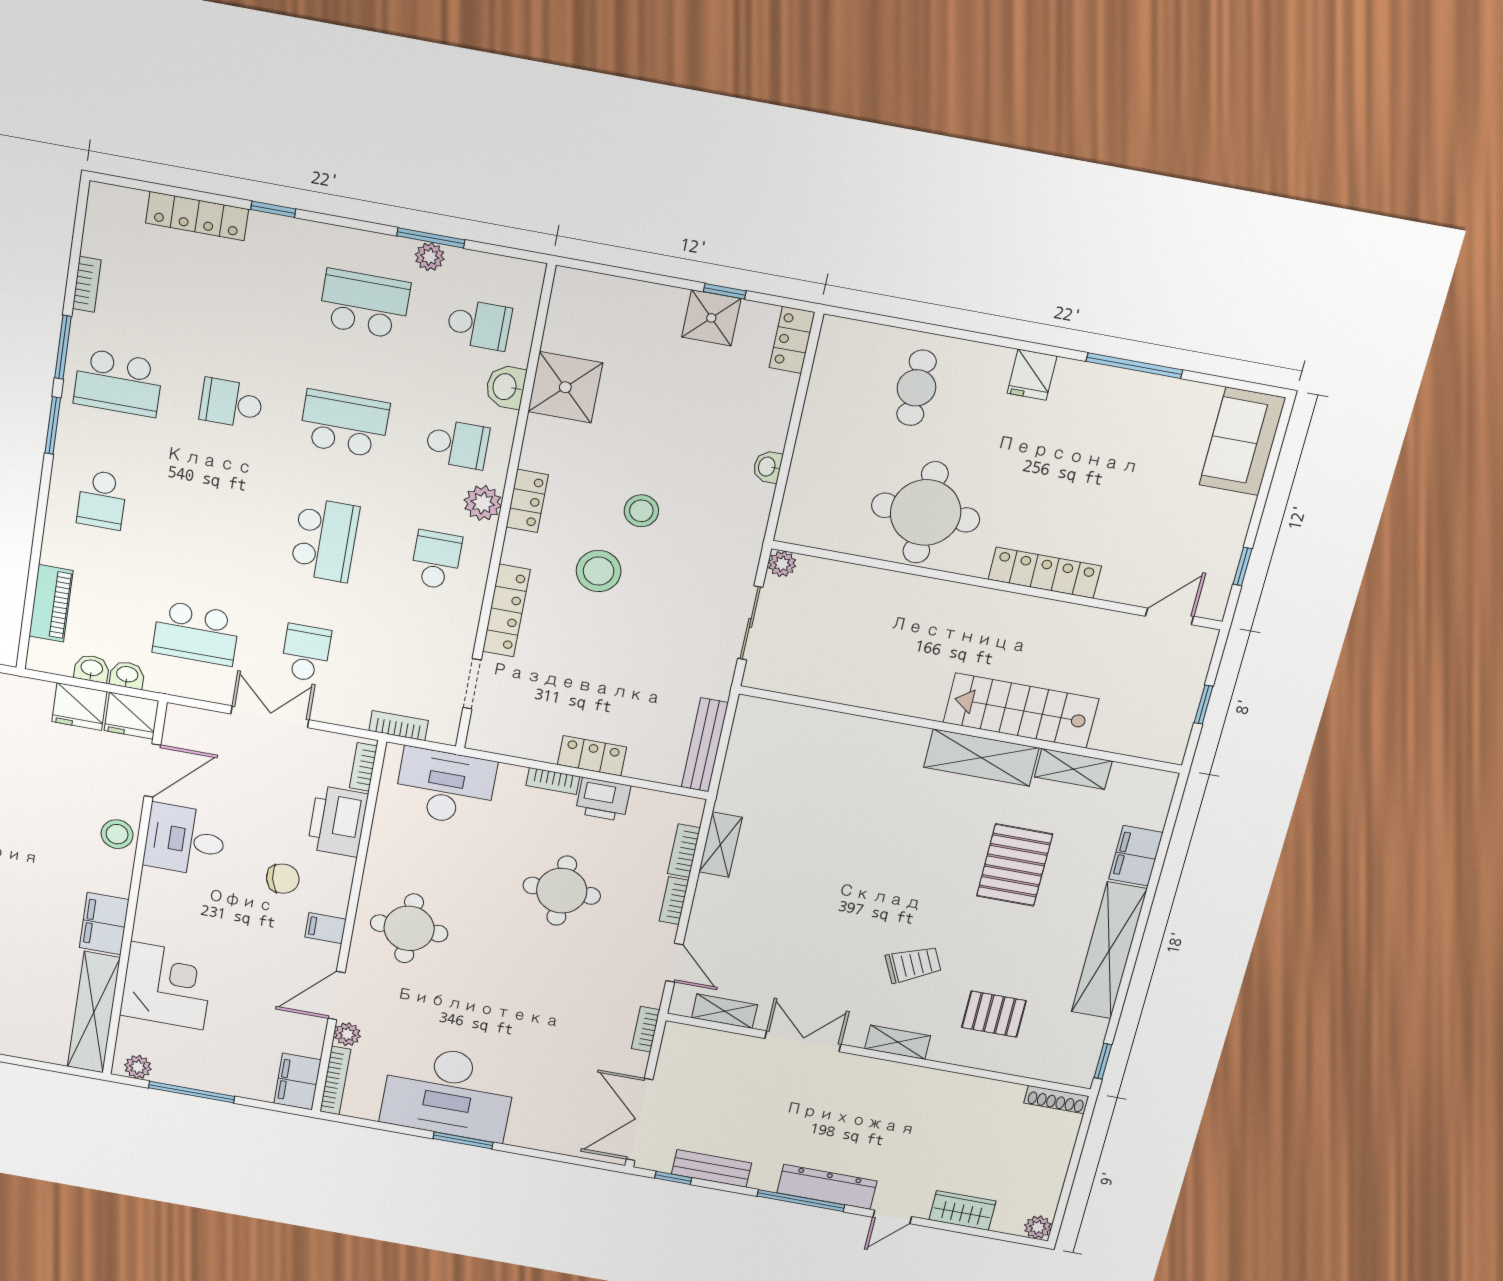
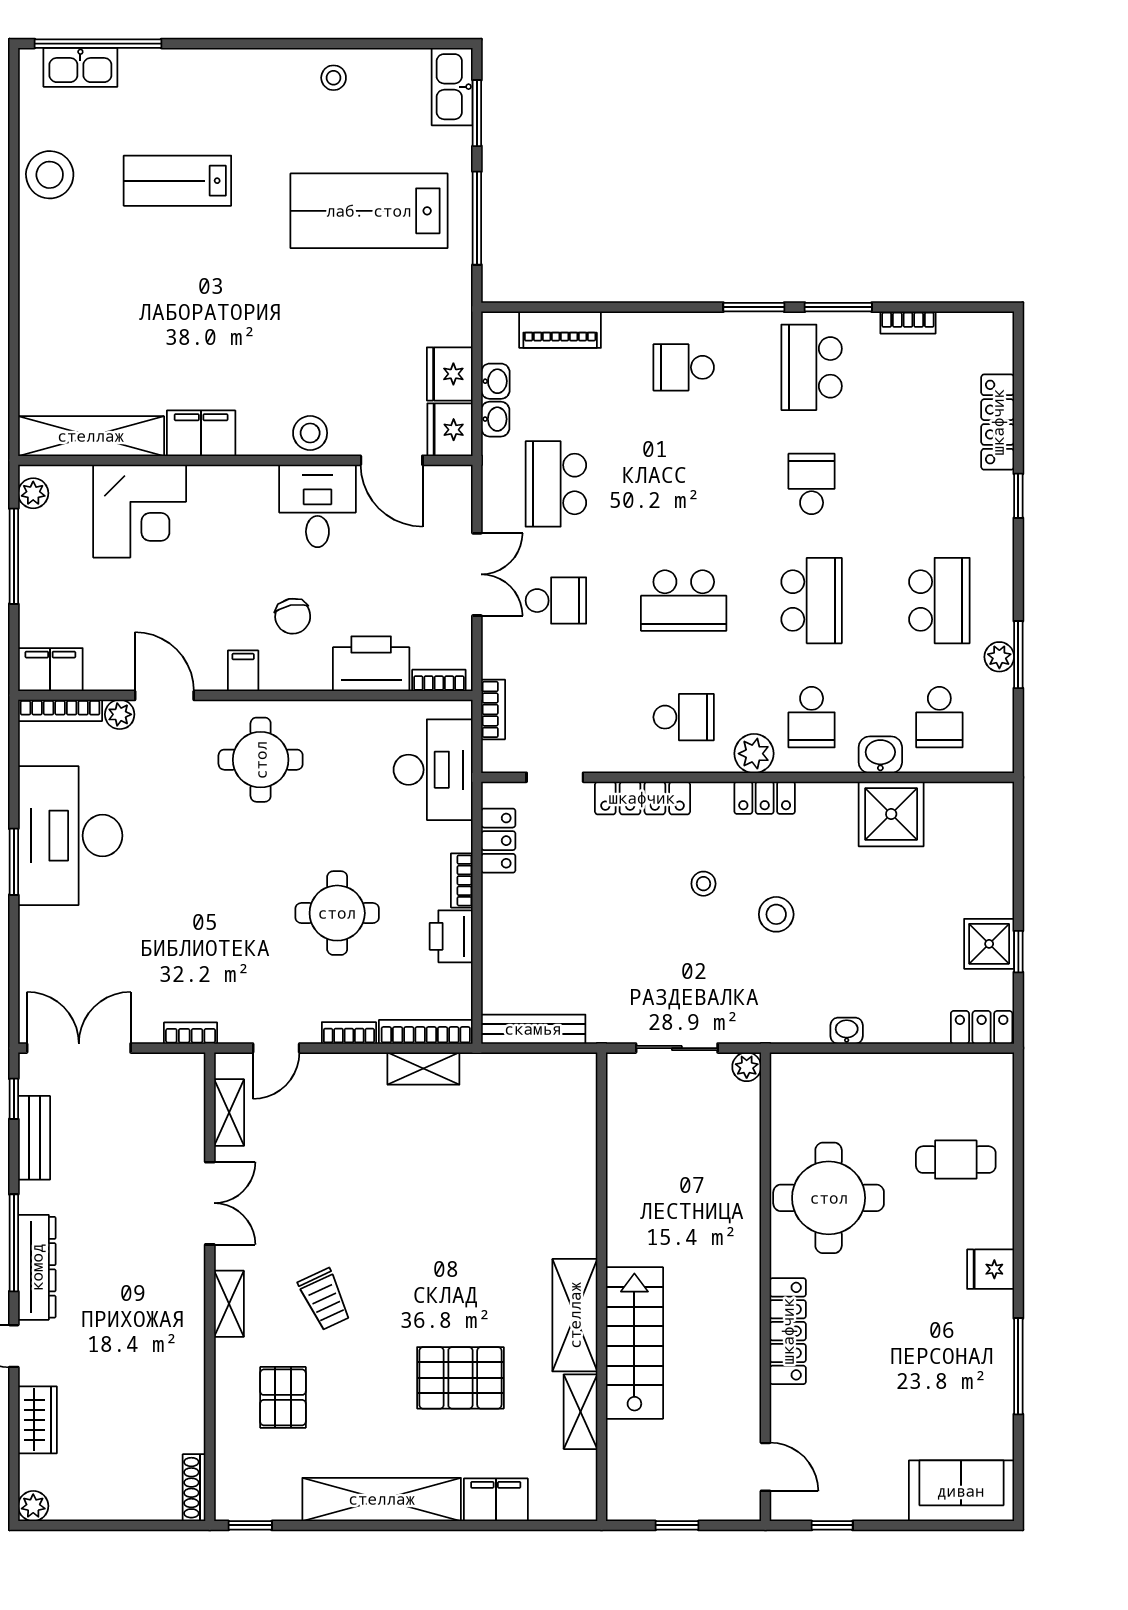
stool: (599, 571) -> (703, 884), width x0.53, depth x0.53
locker: (592, 756) -> (498, 841), moved
bookcase: (684, 851) -> (426, 1032), width x1.56

